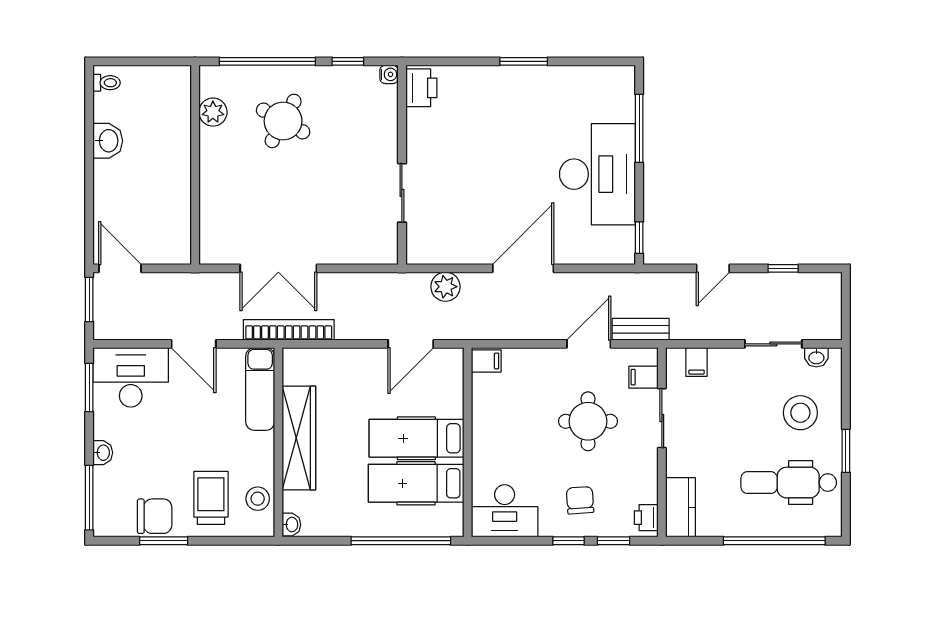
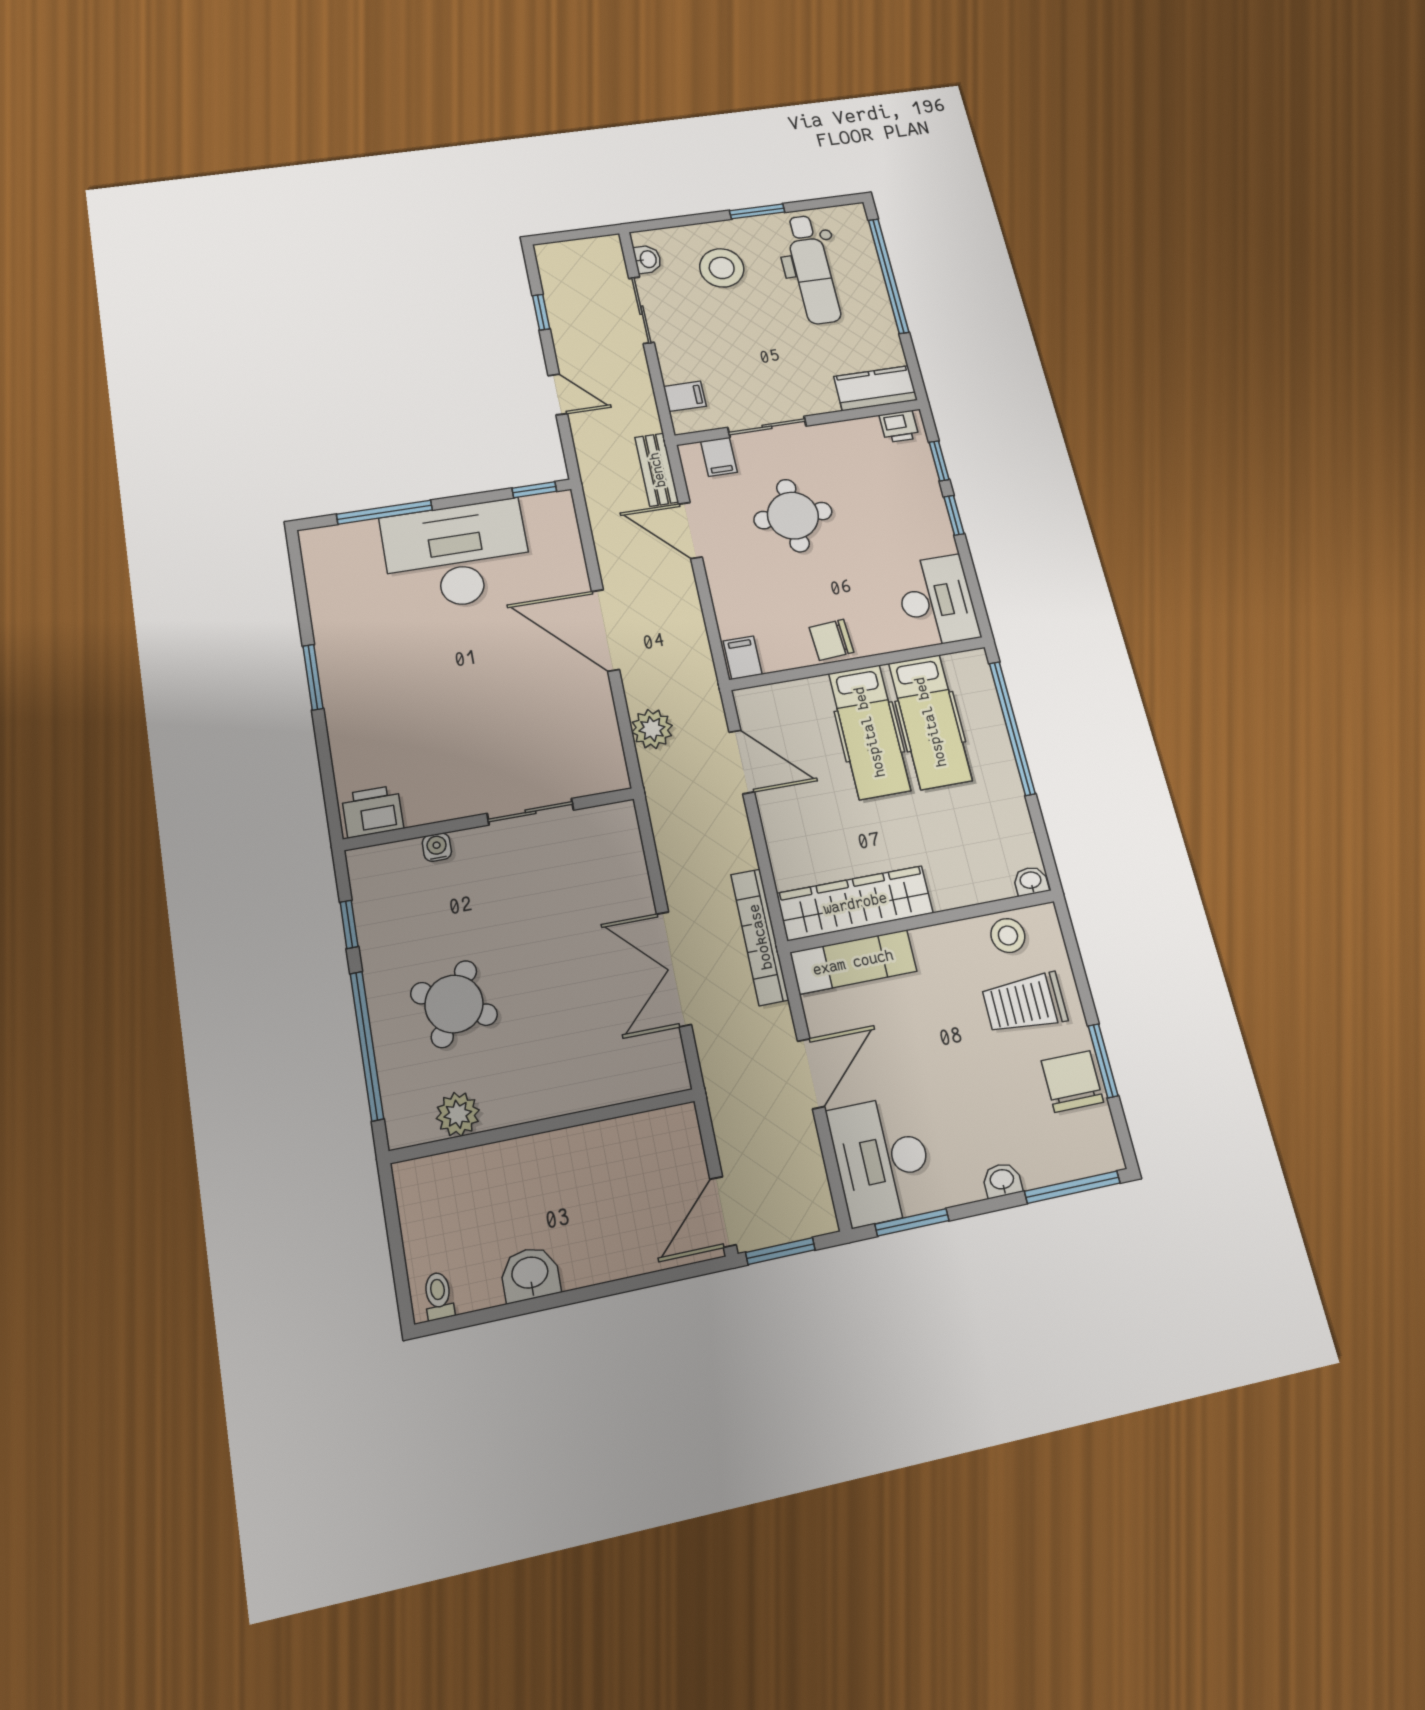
water cooler: (389, 74) -> (437, 847), moved
double door: (278, 268) -> (674, 969), swing flipped
wardrobe: (299, 438) -> (855, 903), moved
chair: (580, 500) -> (831, 640), moved

